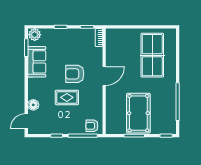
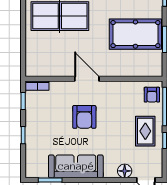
plant: (35, 35) -> (33, 169), removed
sofa: (37, 62) -> (76, 166), width x1.36
rug: (67, 97) -> (145, 131), moved

